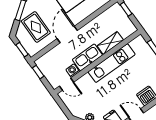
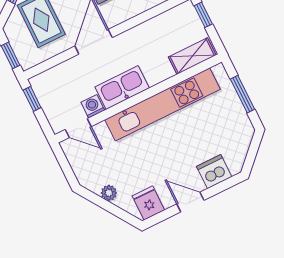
shelving: (110, 43) -> (192, 56), moved
kitchen unit: (112, 63) -> (163, 104), width x1.36

